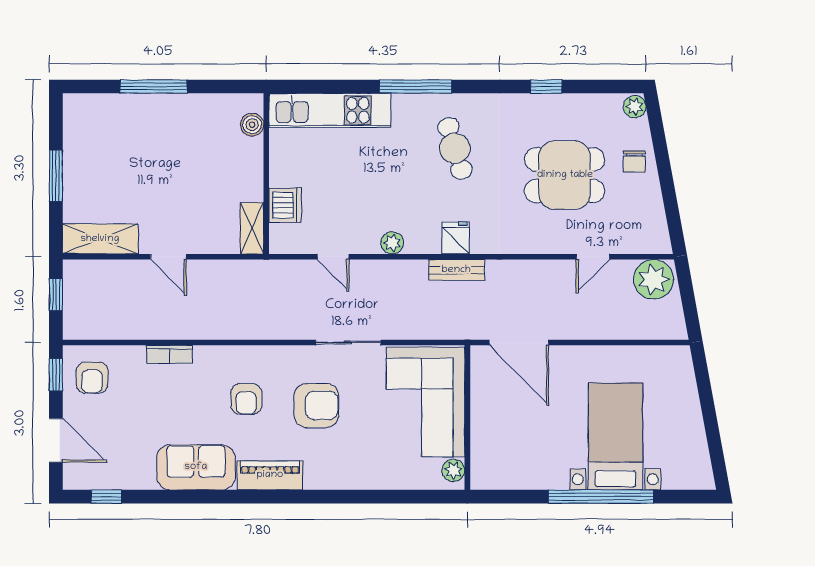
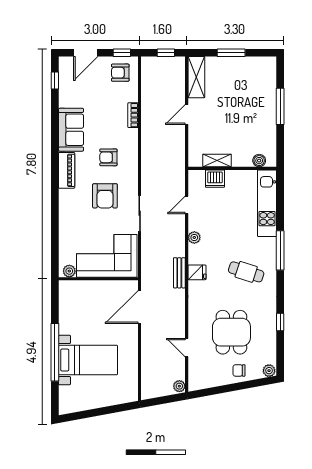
cafe table: (455, 148) -> (246, 272), turned 35
shelving: (252, 228) -> (217, 160), moved
plant: (654, 279) -> (179, 386), width x0.53, depth x0.53

